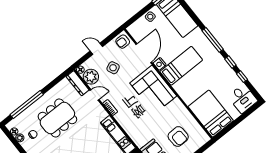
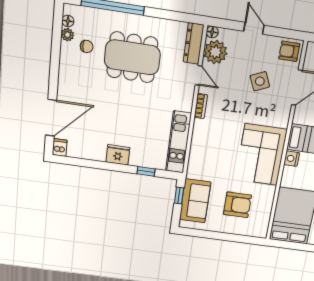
nightstand: (160, 64) -> (292, 159), moved
side table: (113, 68) -> (260, 81), moved
corner sofa: (153, 89) -> (261, 155), moved
armchair: (178, 137) -> (237, 205), turned -88

